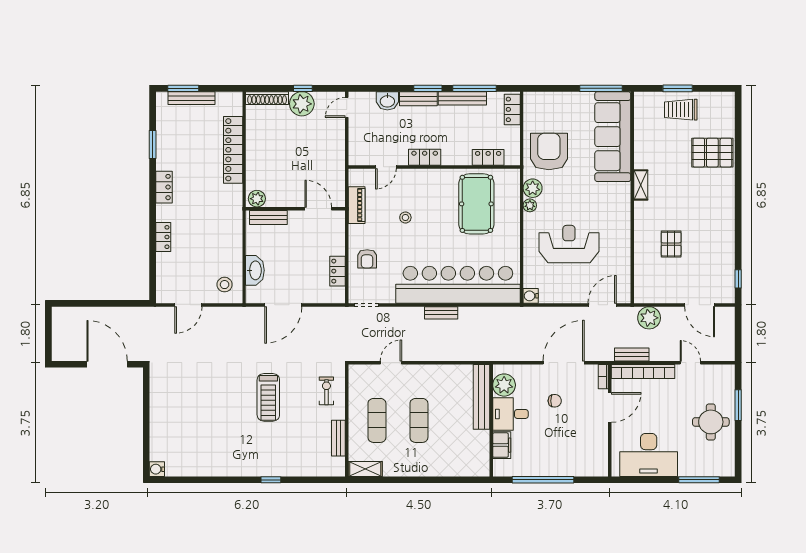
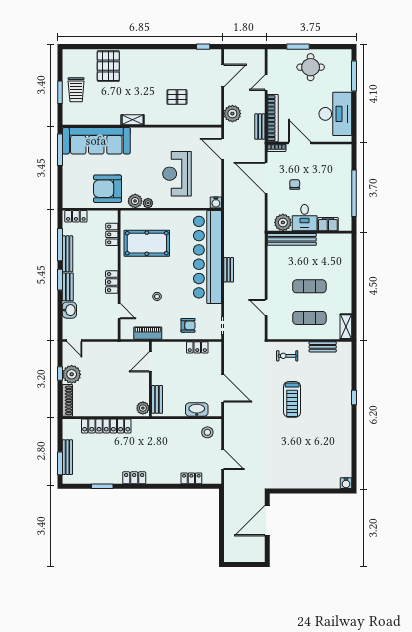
locker: (163, 237) -> (191, 478), moved
treadmill: (268, 397) -> (292, 399), turned 90

